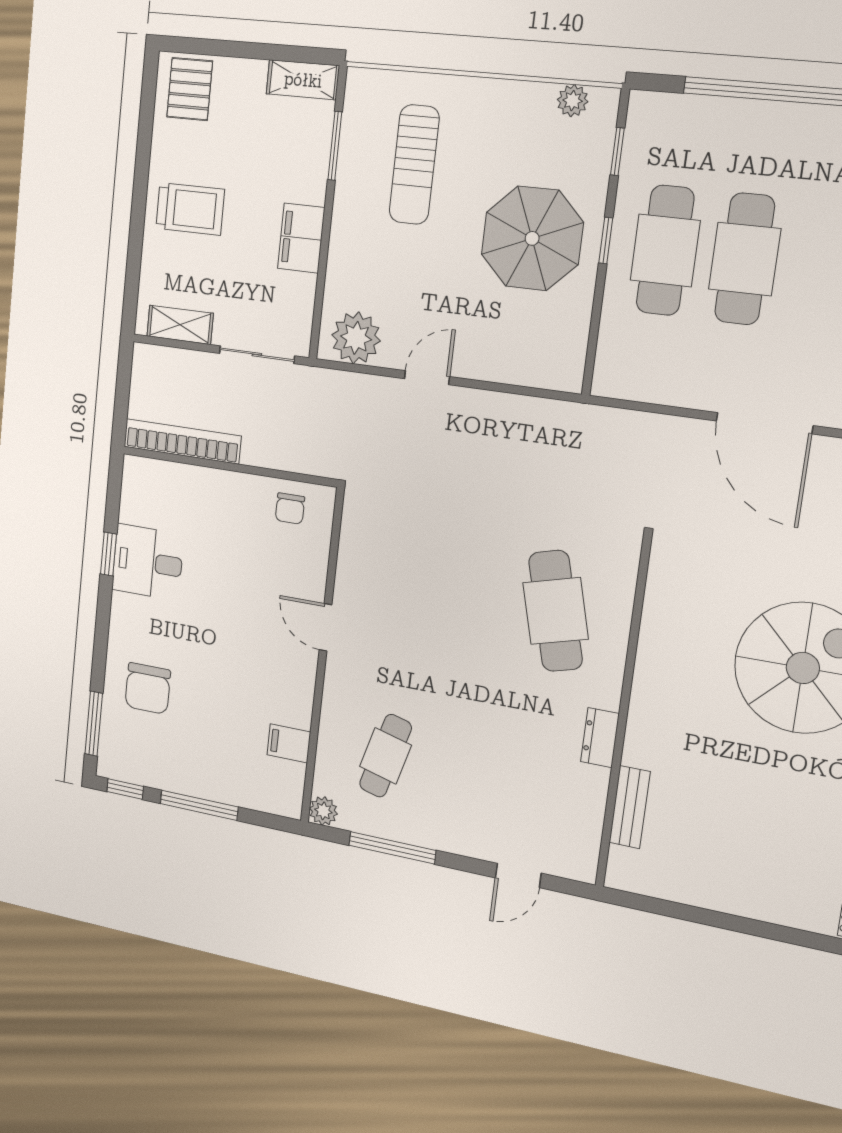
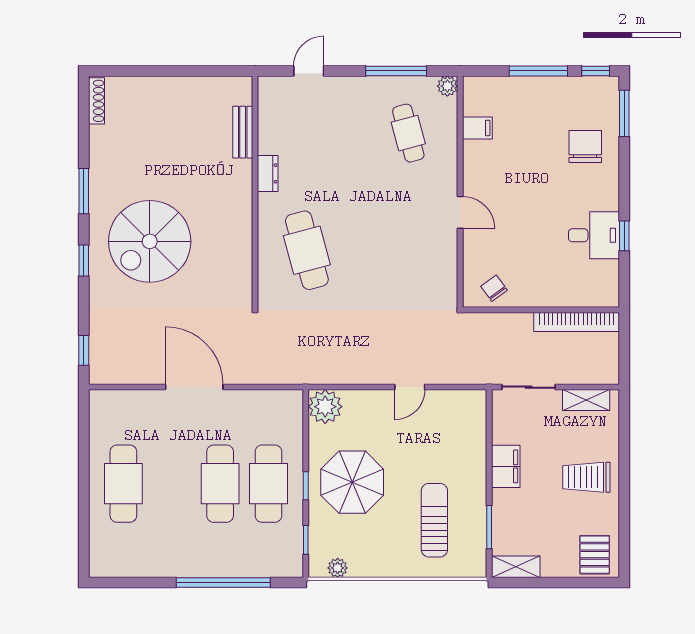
plant: (356, 338) -> (325, 407), moved
chair: (290, 509) -> (494, 288), turned -36
cafe table: (385, 756) -> (408, 133), turned -30

